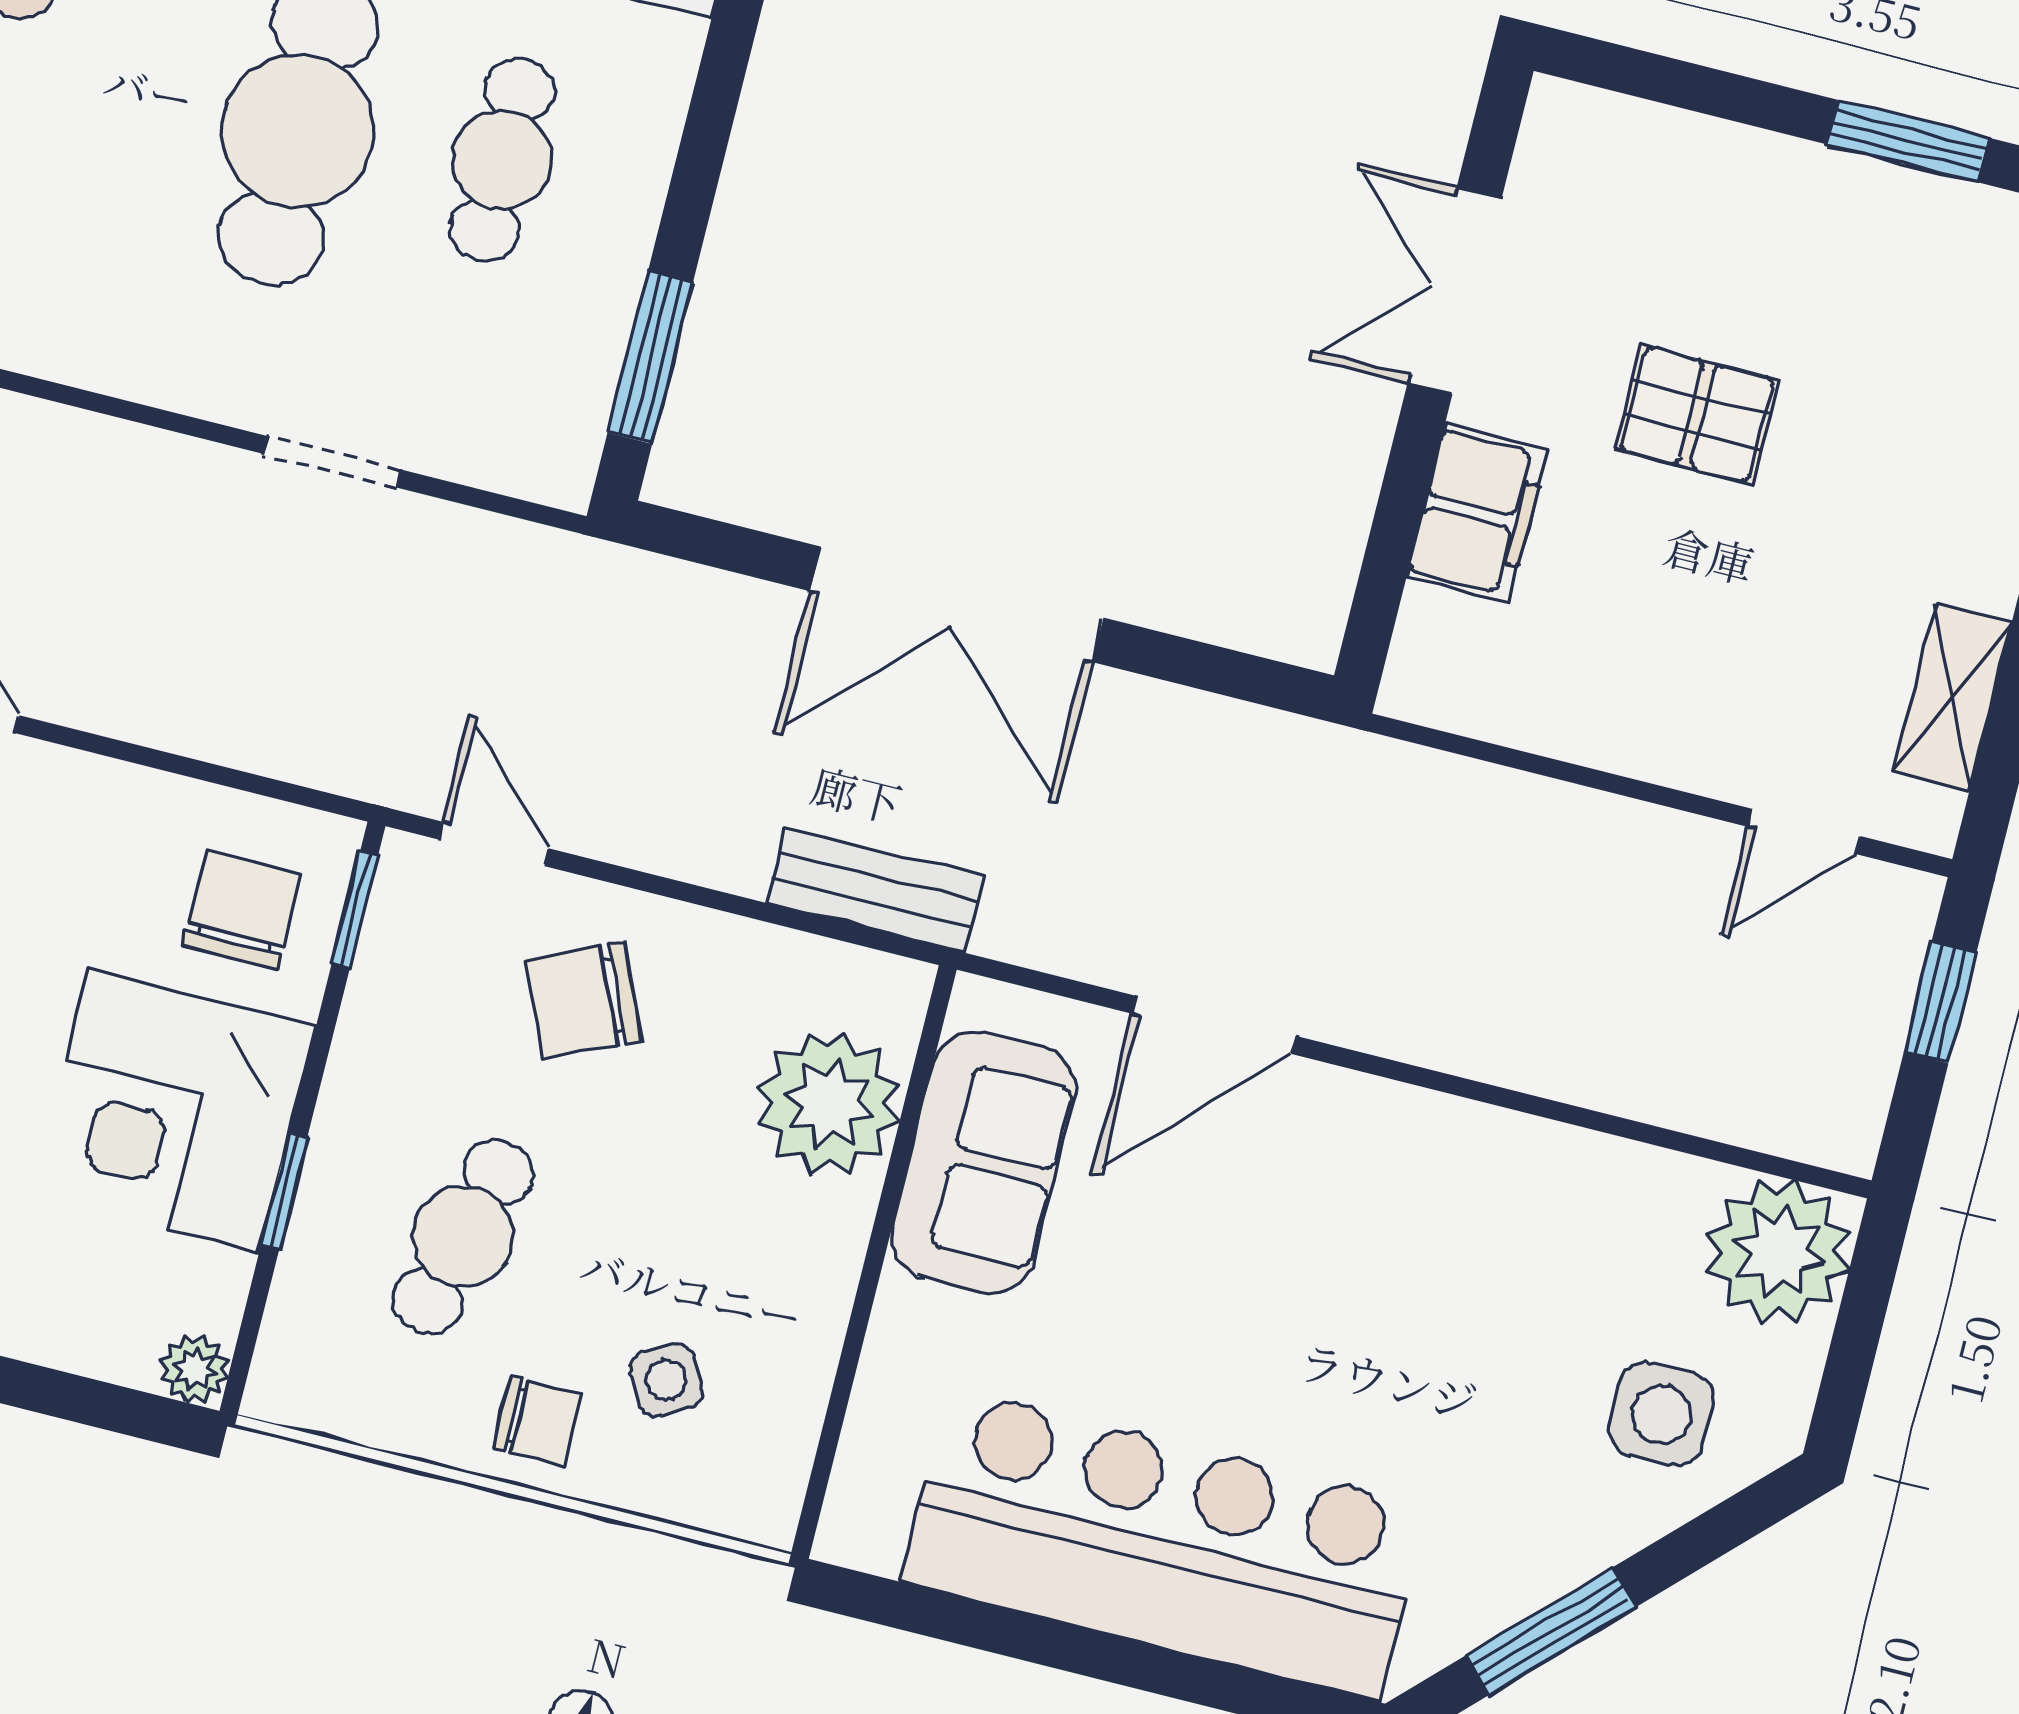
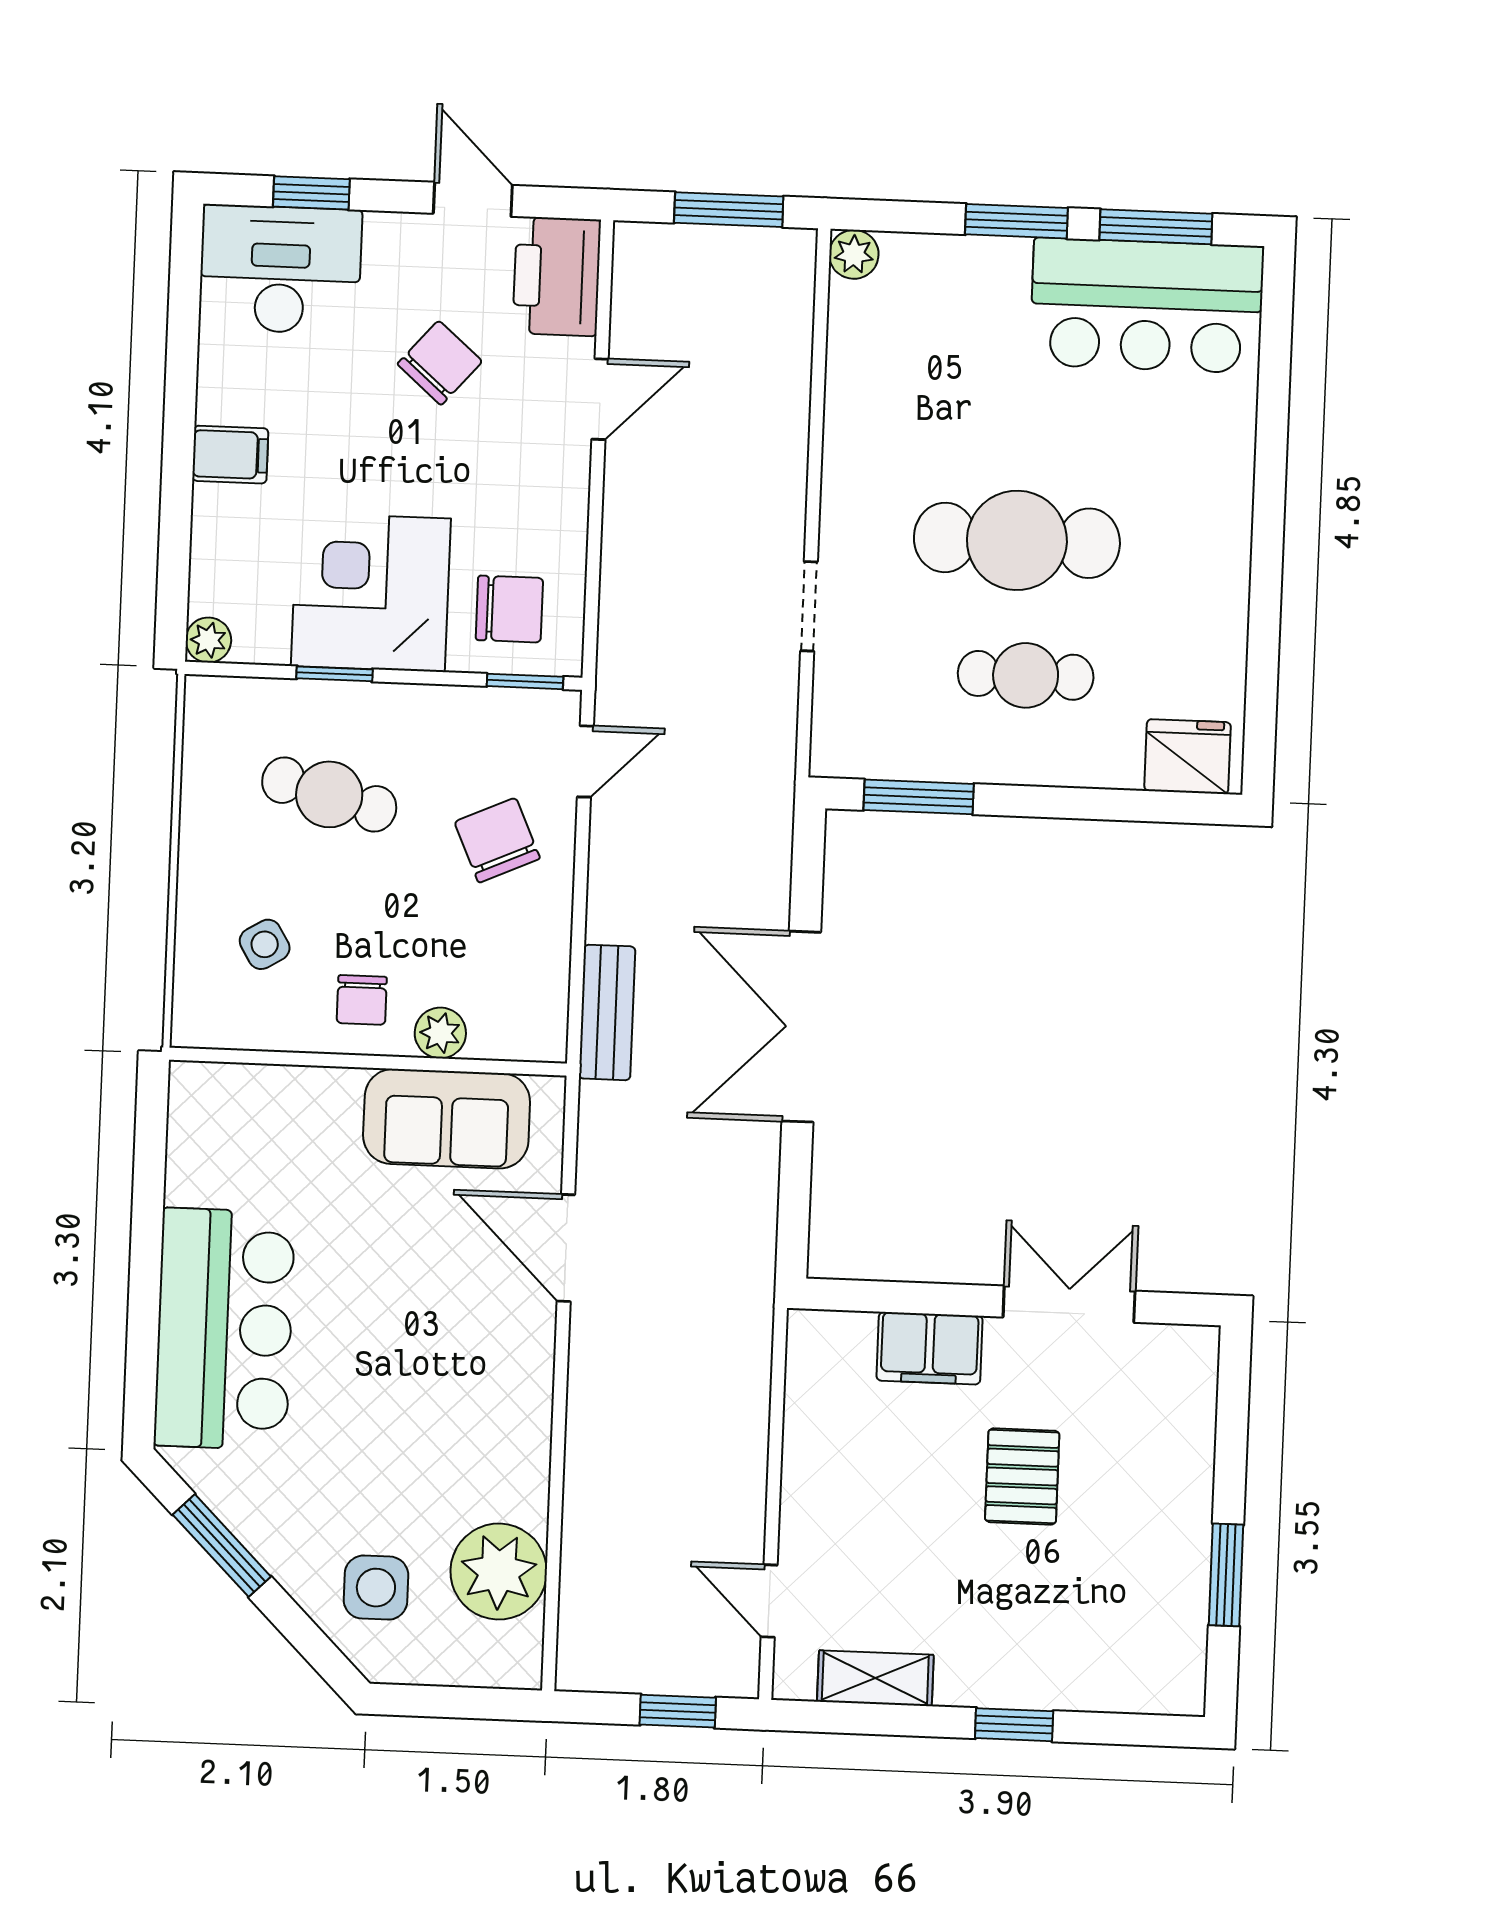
plant: (829, 1104) -> (440, 1033), width x0.53, depth x0.53
plant: (1778, 1252) -> (499, 1572), moved
chair: (538, 1421) -> (362, 1000), moved
bar counter: (1164, 1544) -> (224, 1329), width x0.73

